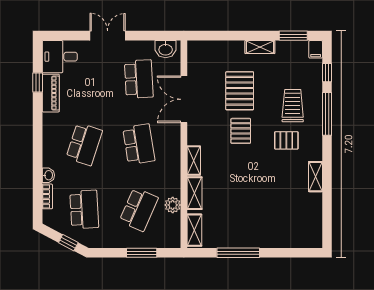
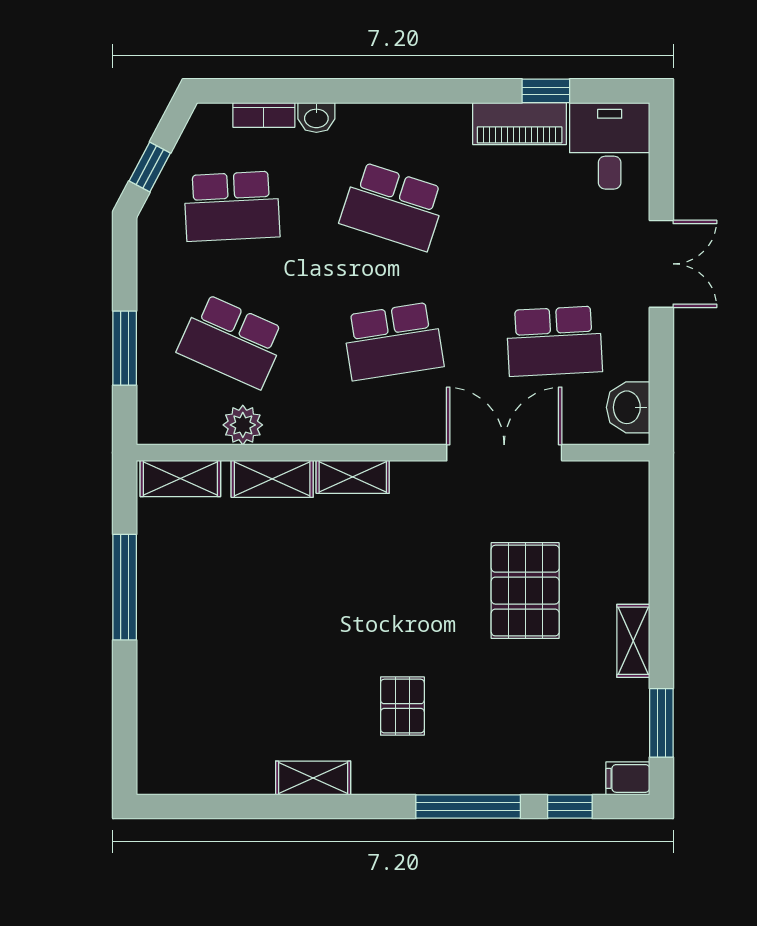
pallet: (240, 91) -> (525, 591), turned 90
trolley: (293, 106) -> (488, 722), removed
pallet: (241, 131) -> (426, 593), removed

